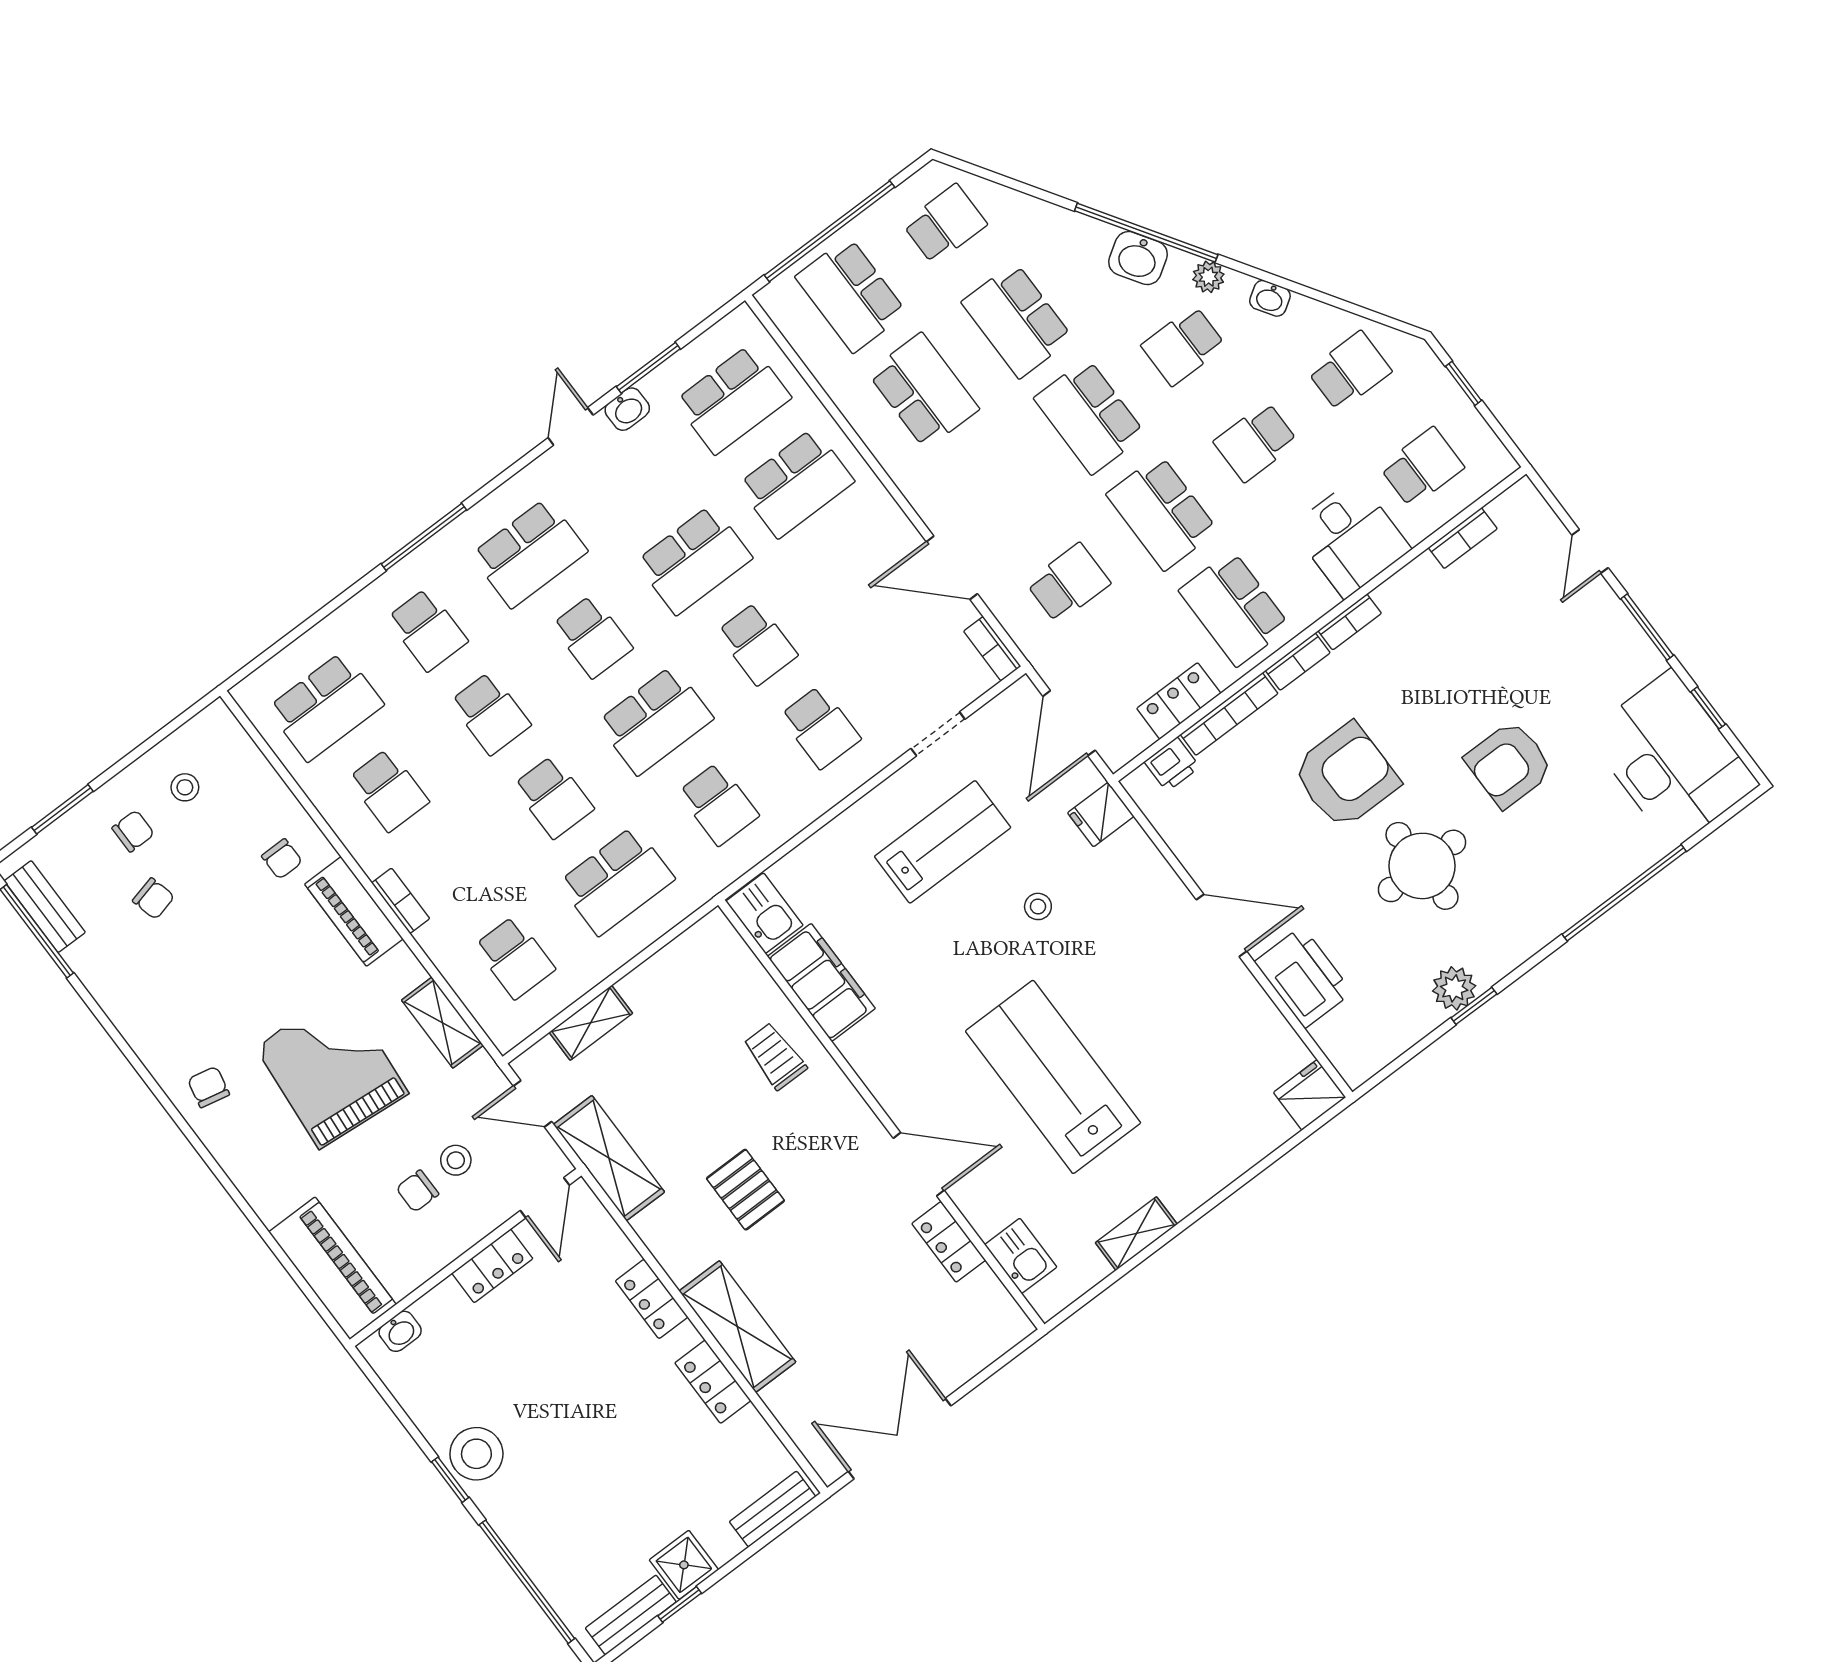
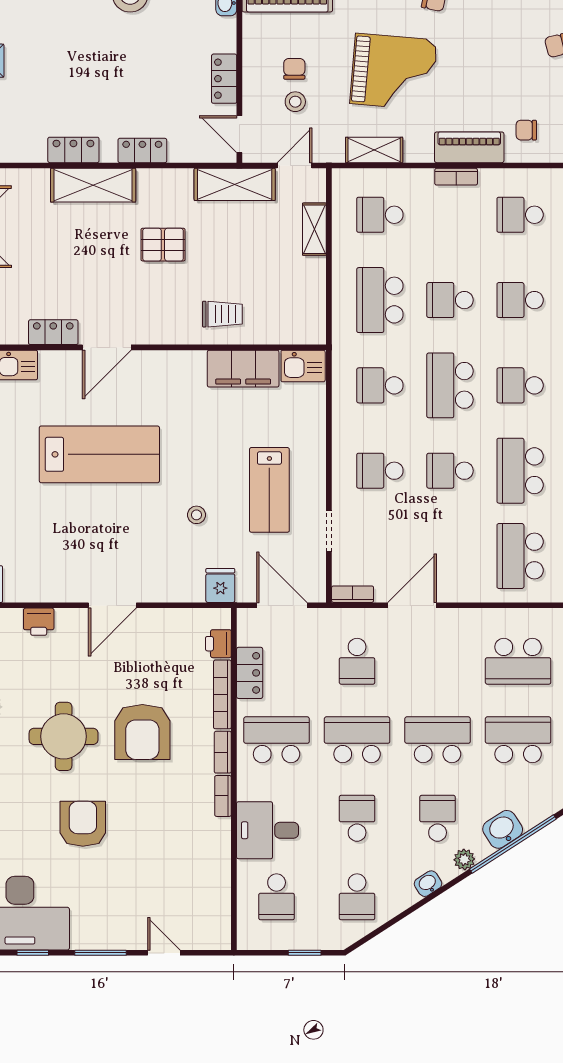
bookcase: (1463, 538) -> (222, 890), removed
printer: (1303, 977) -> (39, 622), width x0.53, depth x0.68

